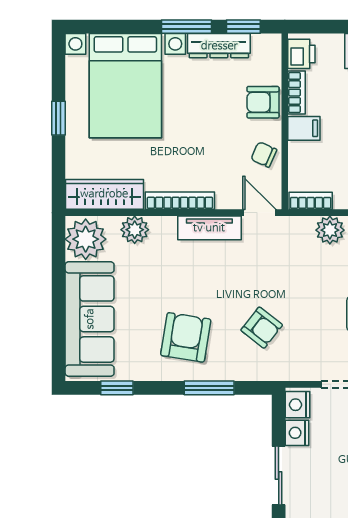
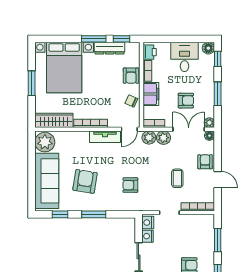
armchair: (263, 102) -> (131, 76), turned -90
window: (58, 118) -> (32, 83), width x1.50
filing cabinet: (304, 128) -> (151, 94), width x2.00
door: (259, 213) -> (129, 129), swing flipped
plant: (135, 230) -> (149, 138), moved
armchair: (262, 328) -> (130, 185), turned 142
armchair: (186, 337) -> (85, 181), moved
window: (209, 388) -> (94, 214), moved

